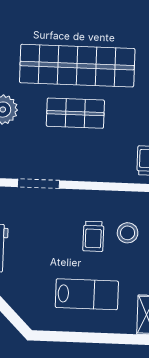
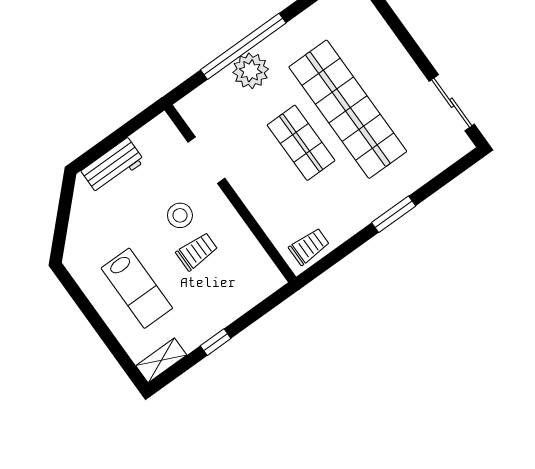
stool: (128, 233) -> (180, 215), moved
trolley: (93, 236) -> (197, 251), turned 180

